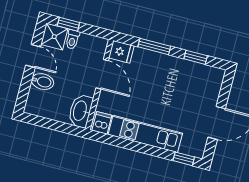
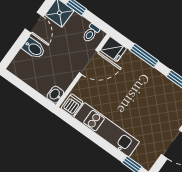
toilet: (72, 39) -> (91, 33), moved
door: (102, 74) -> (89, 62), hinge flipped
washbasin: (80, 111) -> (55, 95), width x0.52, depth x0.69

